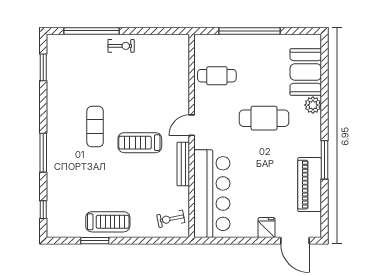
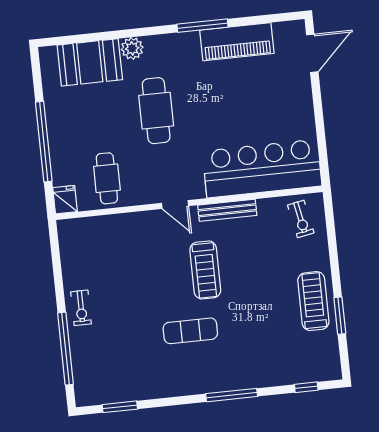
exercise bike: (121, 46) -> (81, 308), turned 180
fridge: (267, 228) -> (65, 200), moved, turned 90

